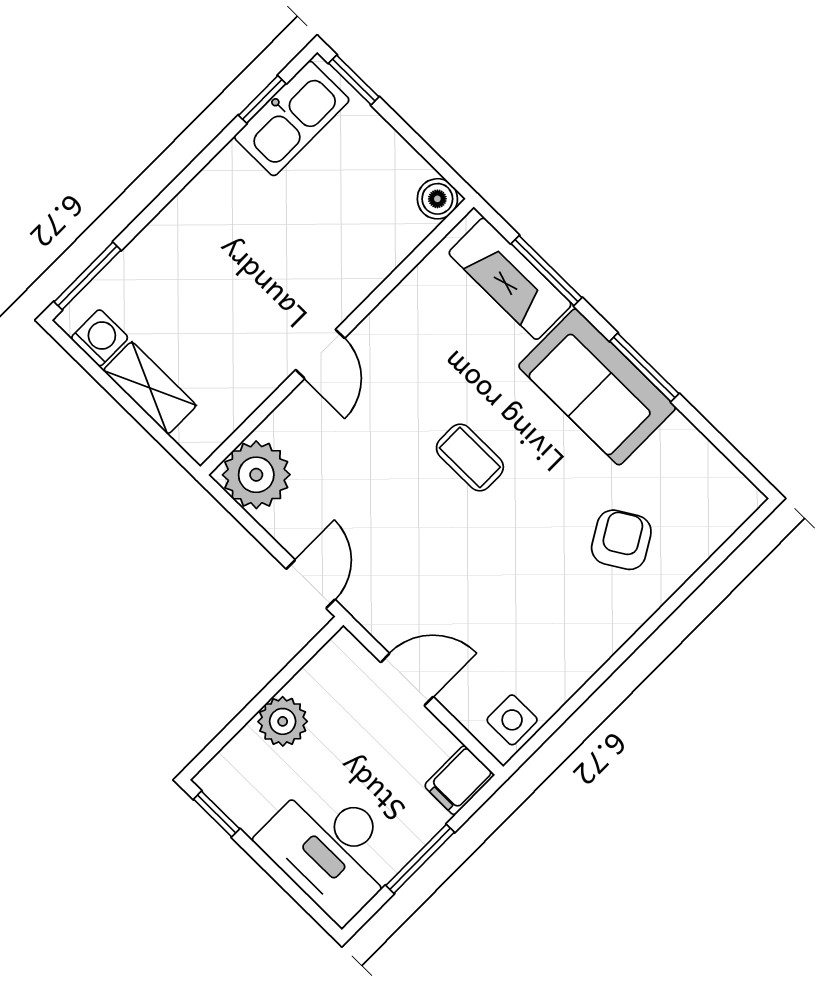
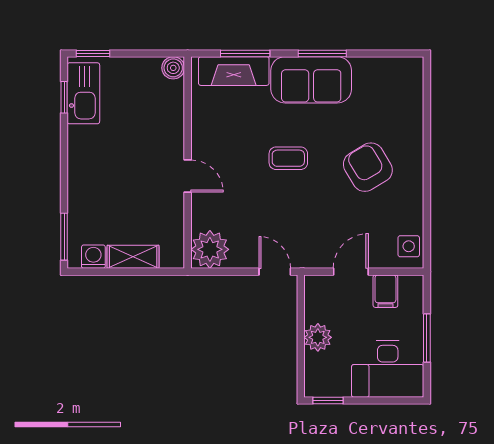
armchair: (621, 540) -> (368, 167), moved, width x1.38, depth x1.38
filing cabinet: (459, 780) -> (385, 291), moved

